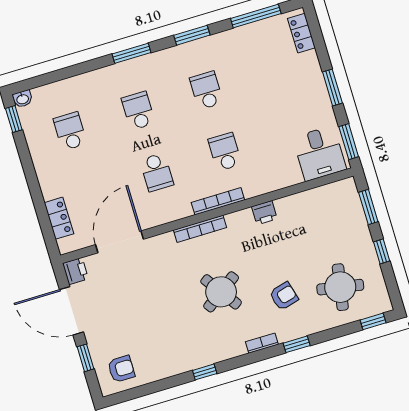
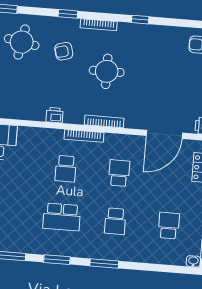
school desk: (206, 90) -> (62, 217), width x1.85
school desk: (70, 131) -> (169, 226), turned 180
round table: (221, 292) -> (107, 71), turned 35
bookcase: (262, 343) -> (99, 25), width x1.56

